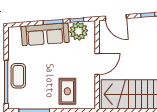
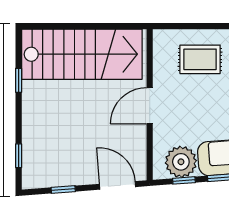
rug: (67, 91) -> (200, 59), turned 90

